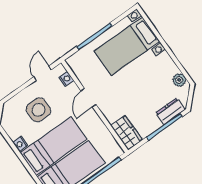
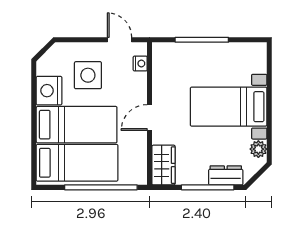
bed with nightstands: (127, 46) -> (229, 107), moved
door: (42, 73) -> (120, 40), hinge flipped
door: (89, 98) -> (150, 117), moved
nightstand: (20, 144) -> (49, 91), width x1.89, depth x1.79

